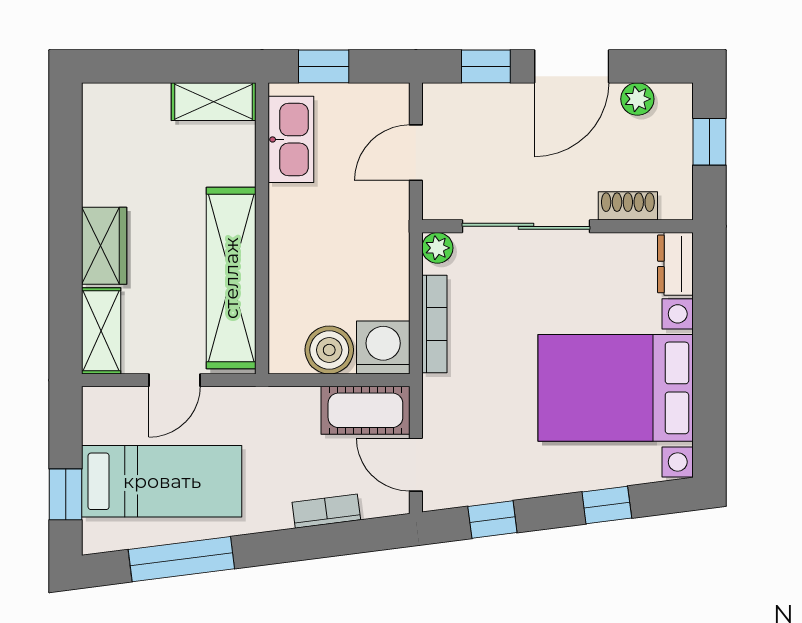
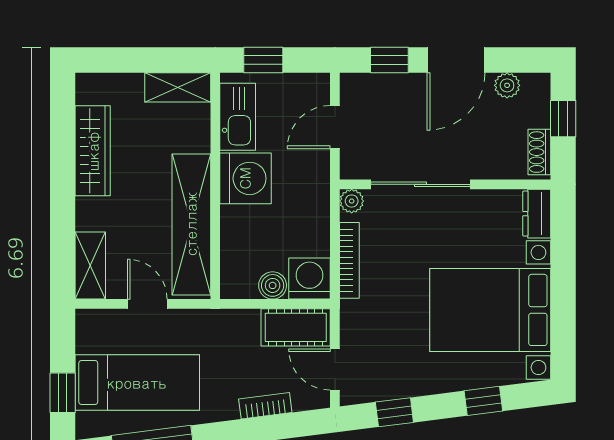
shoe rack: (628, 206) -> (539, 152), moved, turned -90
washing machine: (301, 219) -> (245, 178), added
wardrobe: (104, 246) -> (93, 151), moved, width x1.50
boiler: (329, 350) -> (273, 285), width x0.73, depth x0.73
door: (175, 380) -> (147, 304), swing flipped

